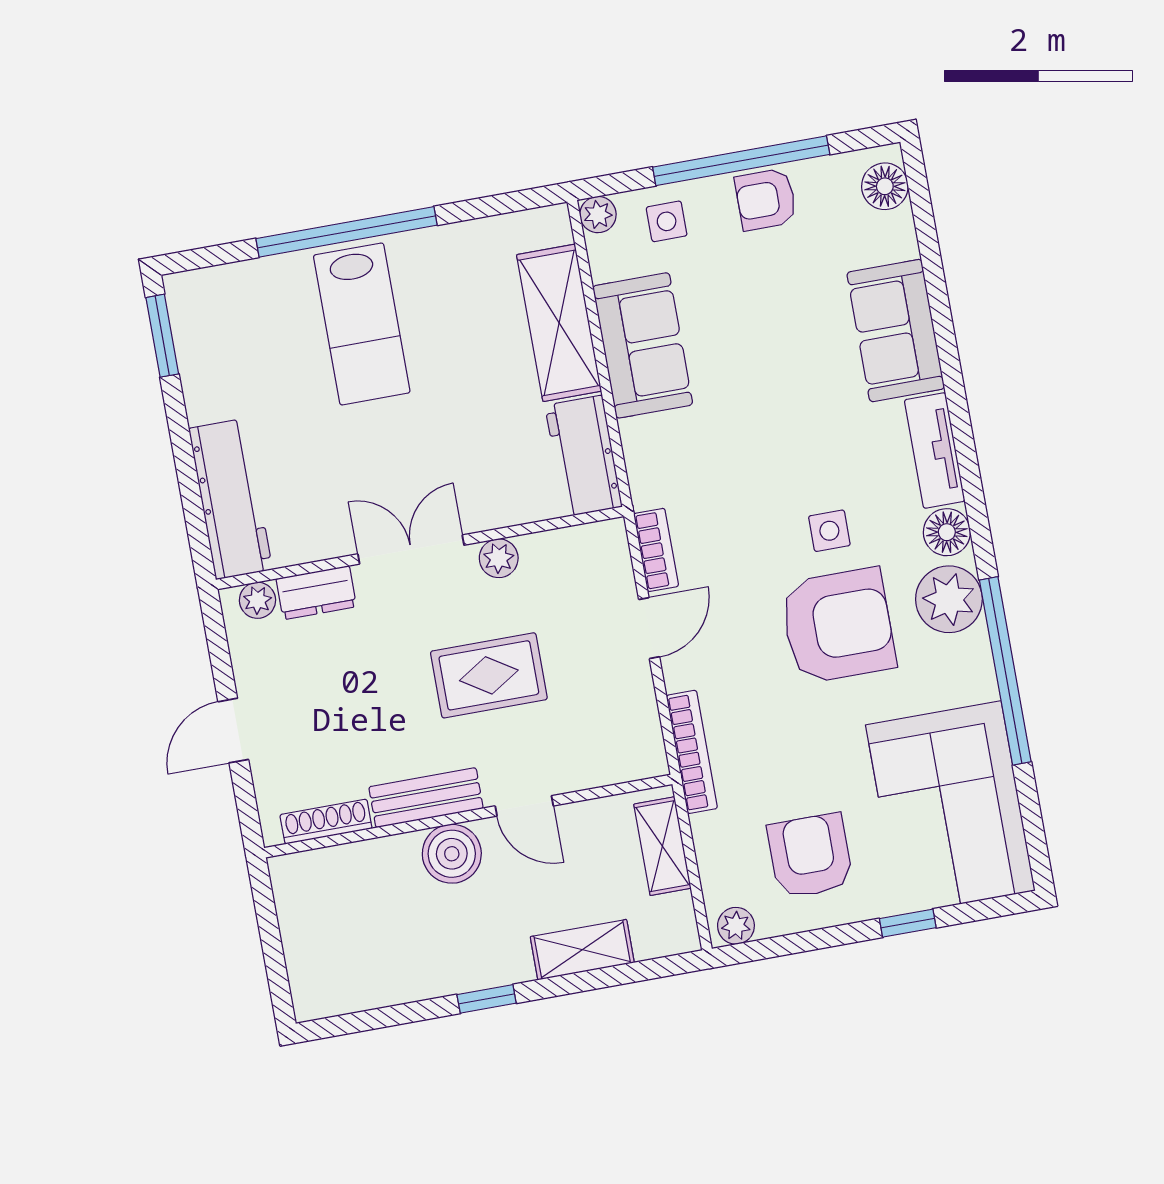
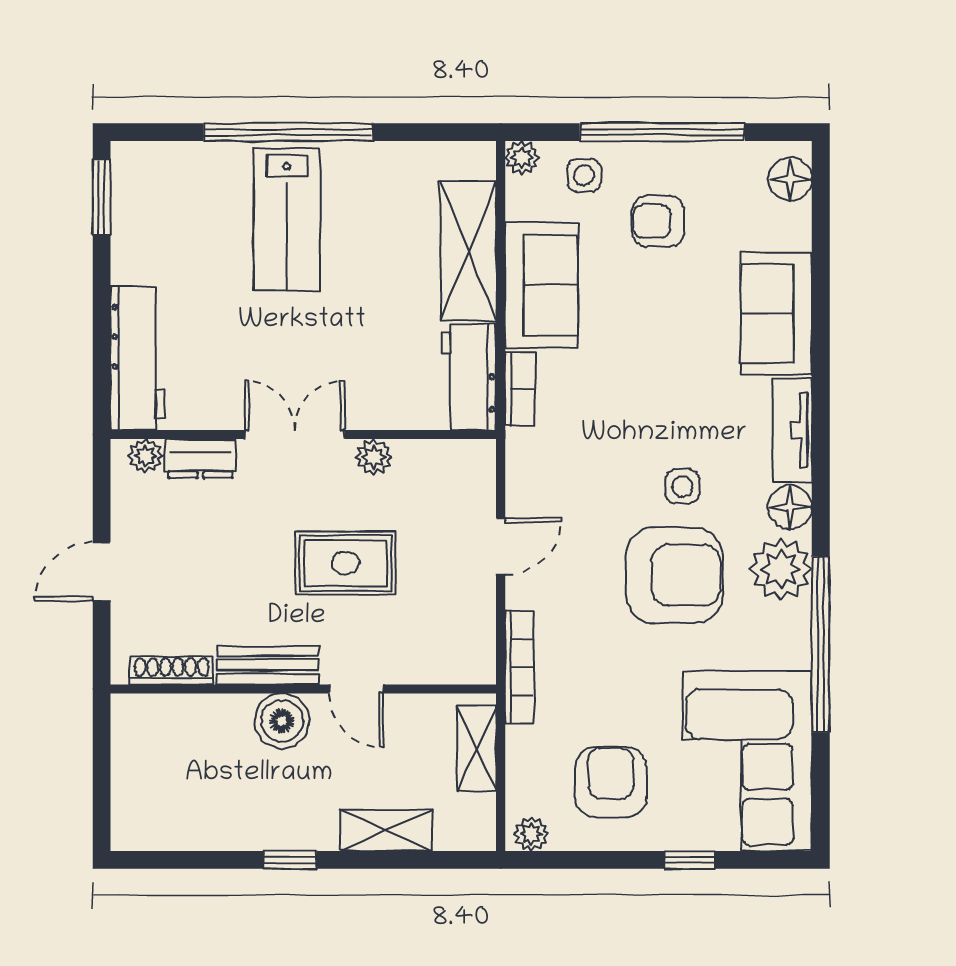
armchair: (766, 199) -> (658, 221), moved
bookcase: (656, 550) -> (520, 389), moved

